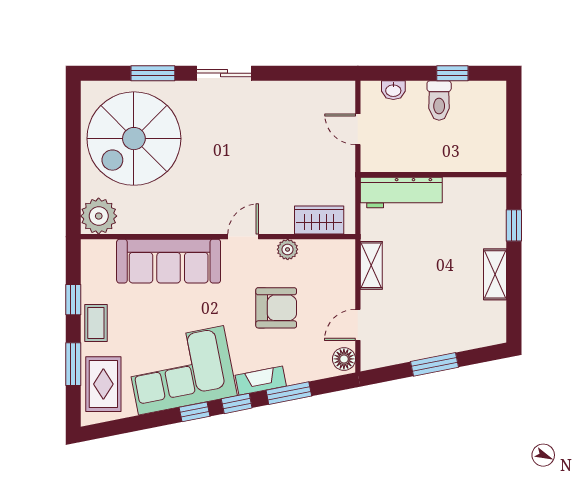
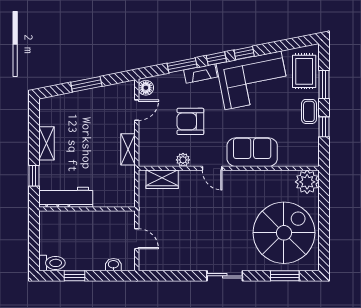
window: (153, 73) -> (285, 276), moved
toilet: (439, 100) -> (52, 263), moved, turned 90
workbench: (401, 193) -> (66, 197), moved
door: (243, 237) -> (212, 168), hinge flipped
sofa: (169, 261) -> (252, 152), width x0.73

